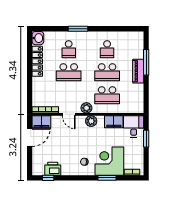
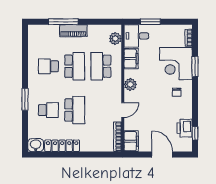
school desk: (107, 49) -> (48, 66), turned 180
school desk: (107, 95) -> (101, 66), turned 180
plant: (86, 108) -> (115, 39), moved
door: (30, 137) -> (162, 155), moved

